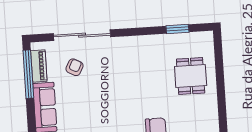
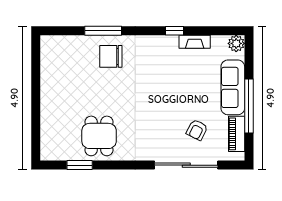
window: (28, 74) -> (249, 106), moved
dining table: (191, 76) -> (99, 136), moved

